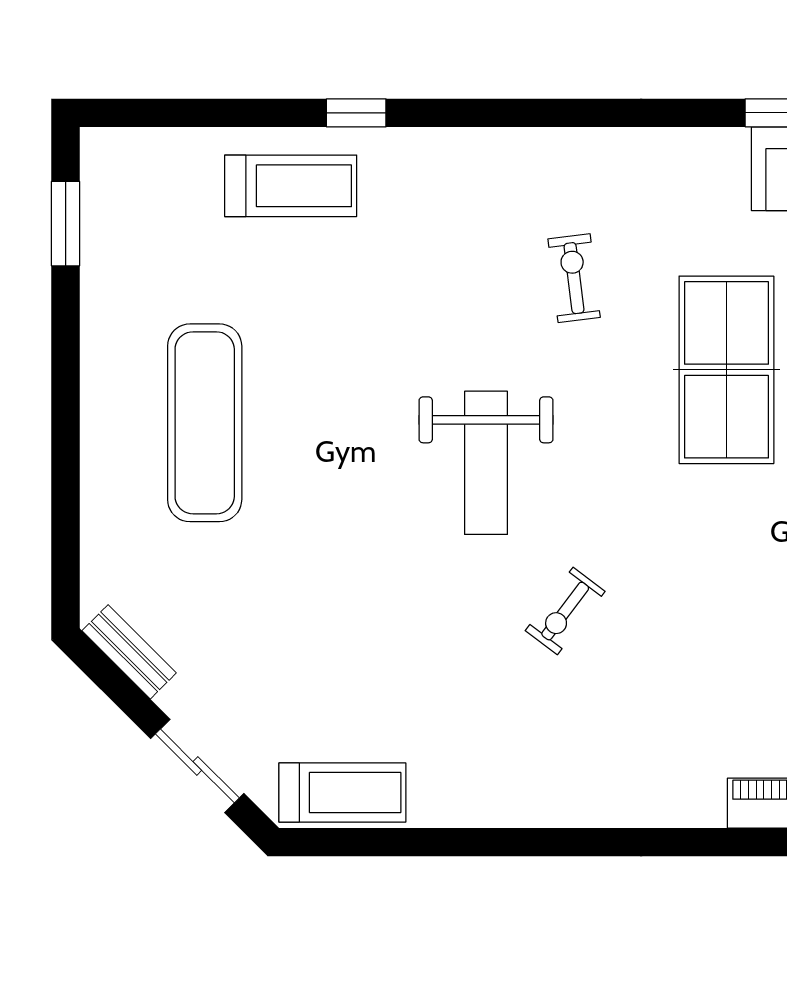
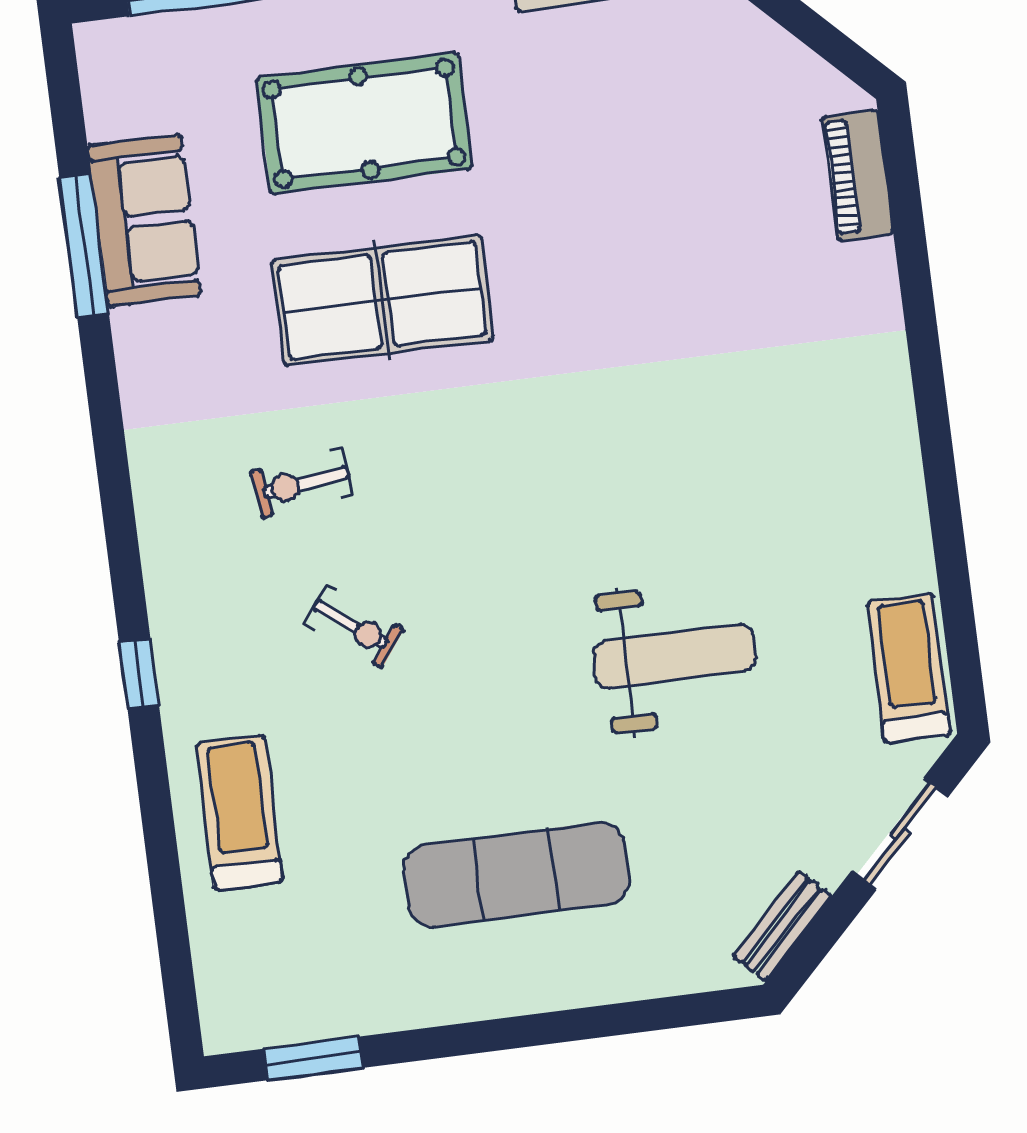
window: (356, 113) -> (139, 674), moved
weight bench: (486, 463) -> (674, 656), moved
exercise bike: (565, 611) -> (354, 626), moved

